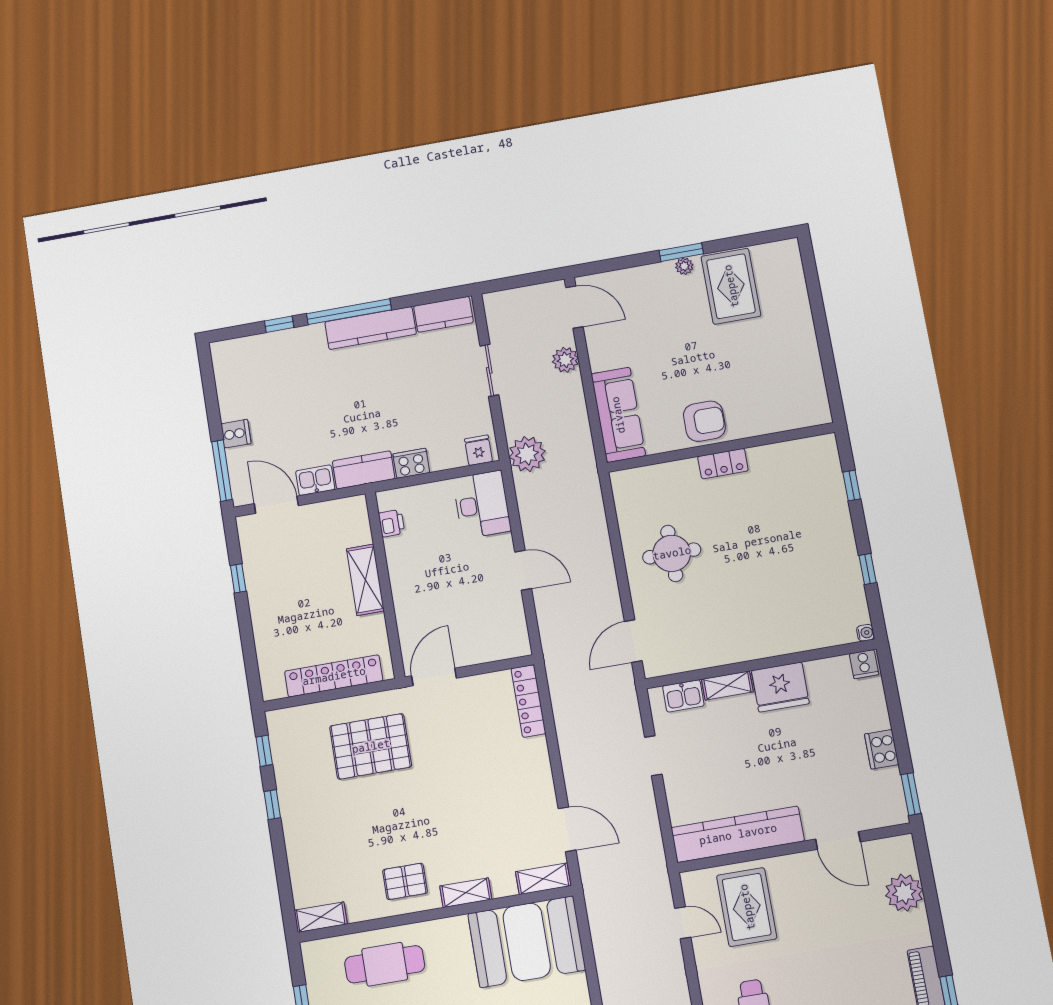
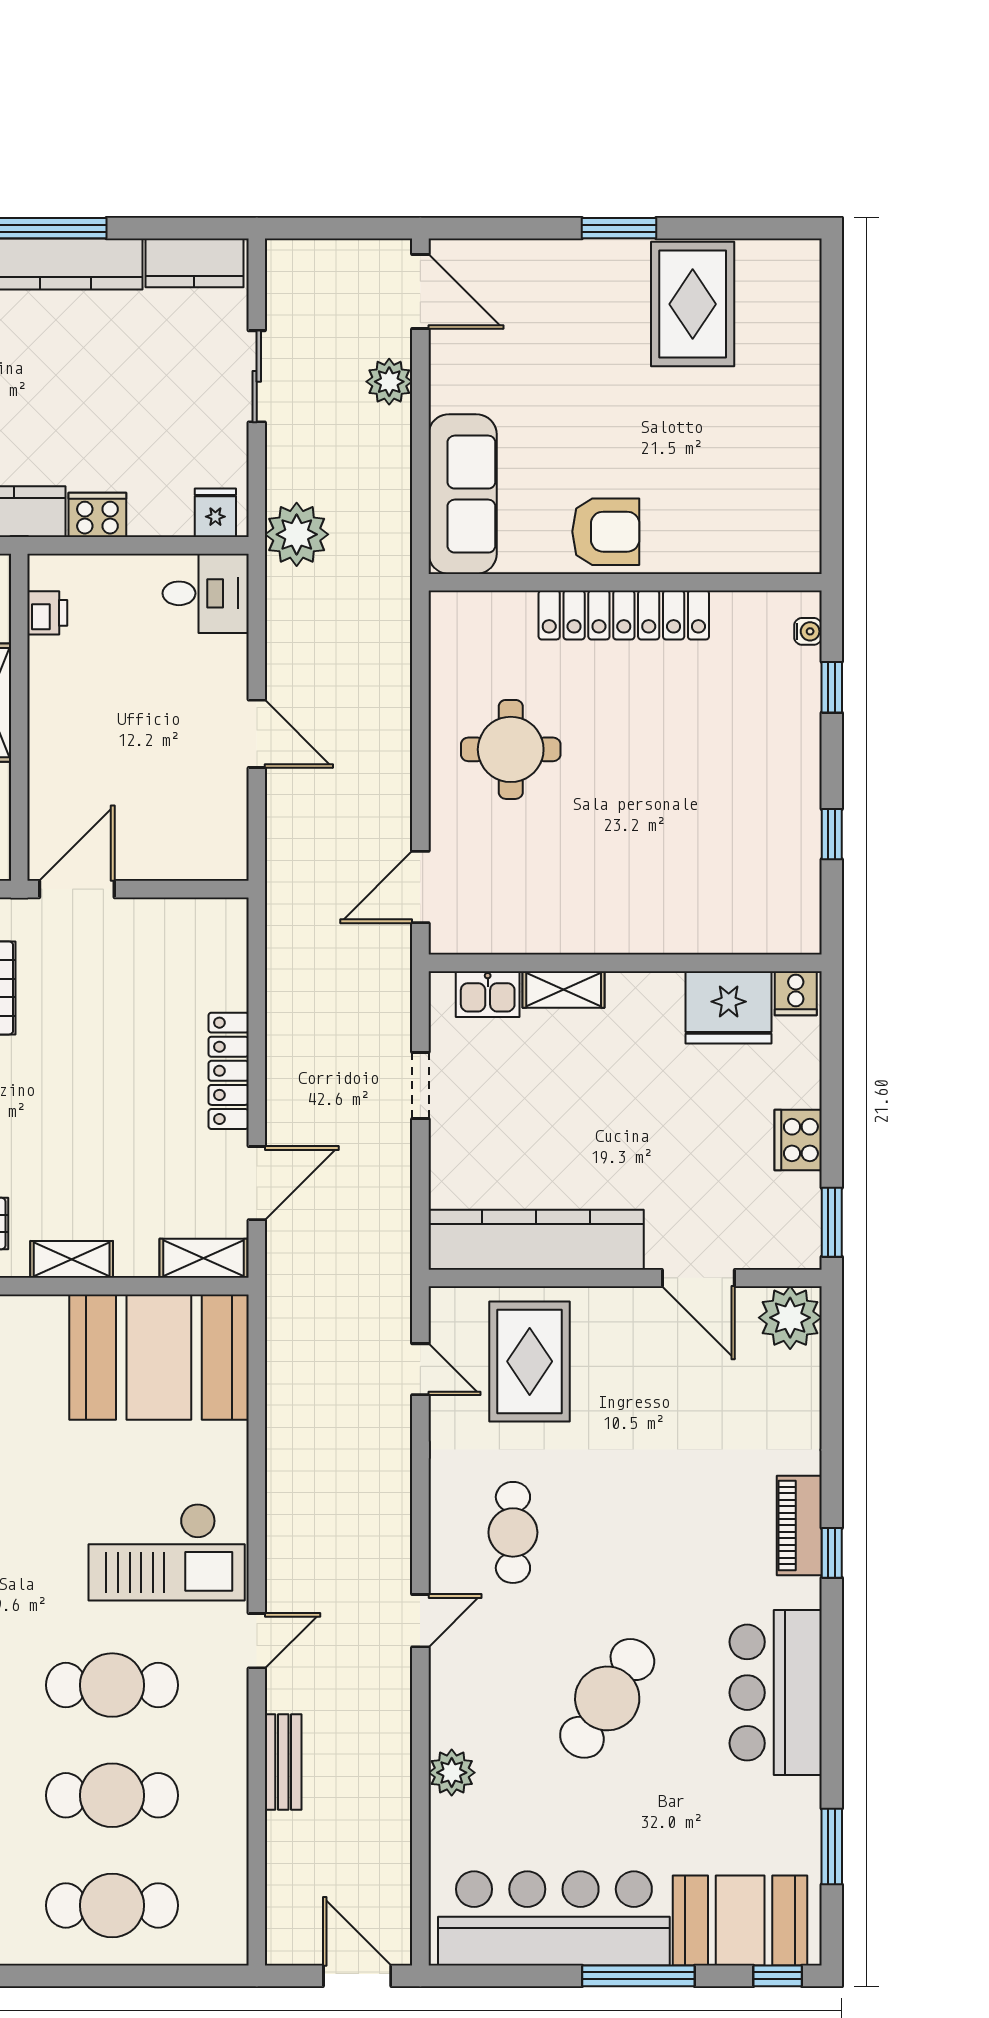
plant: (684, 266) -> (620, 254), removed
locker: (723, 464) -> (624, 615), width x2.16, depth x1.21
desk: (482, 505) -> (206, 593), width x0.73
water cooler: (865, 633) -> (808, 631), moved
fridge: (780, 687) -> (729, 1007), moved
locker: (528, 701) -> (229, 1071), moved
door: (567, 829) -> (257, 1183), hinge flipped
plant: (904, 893) -> (790, 1318), moved

